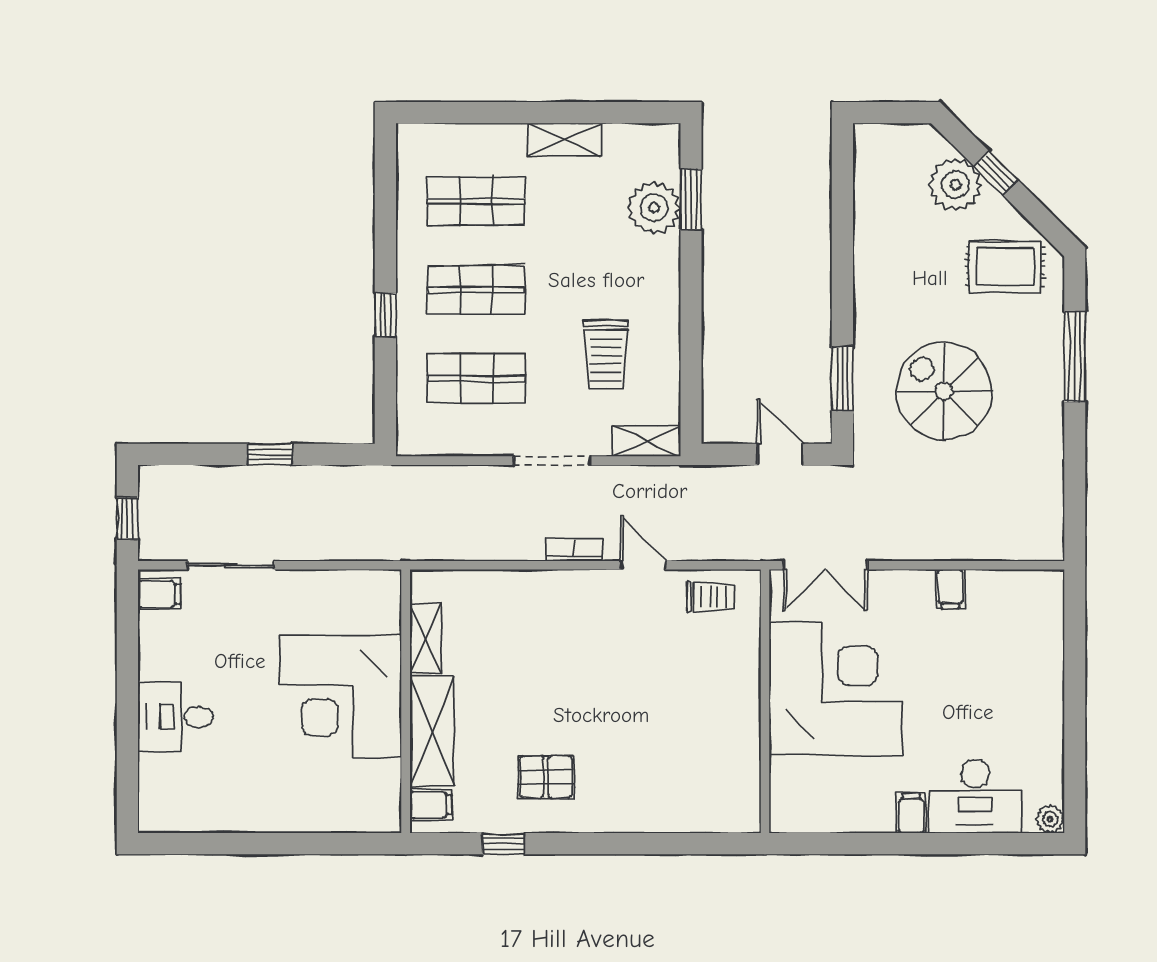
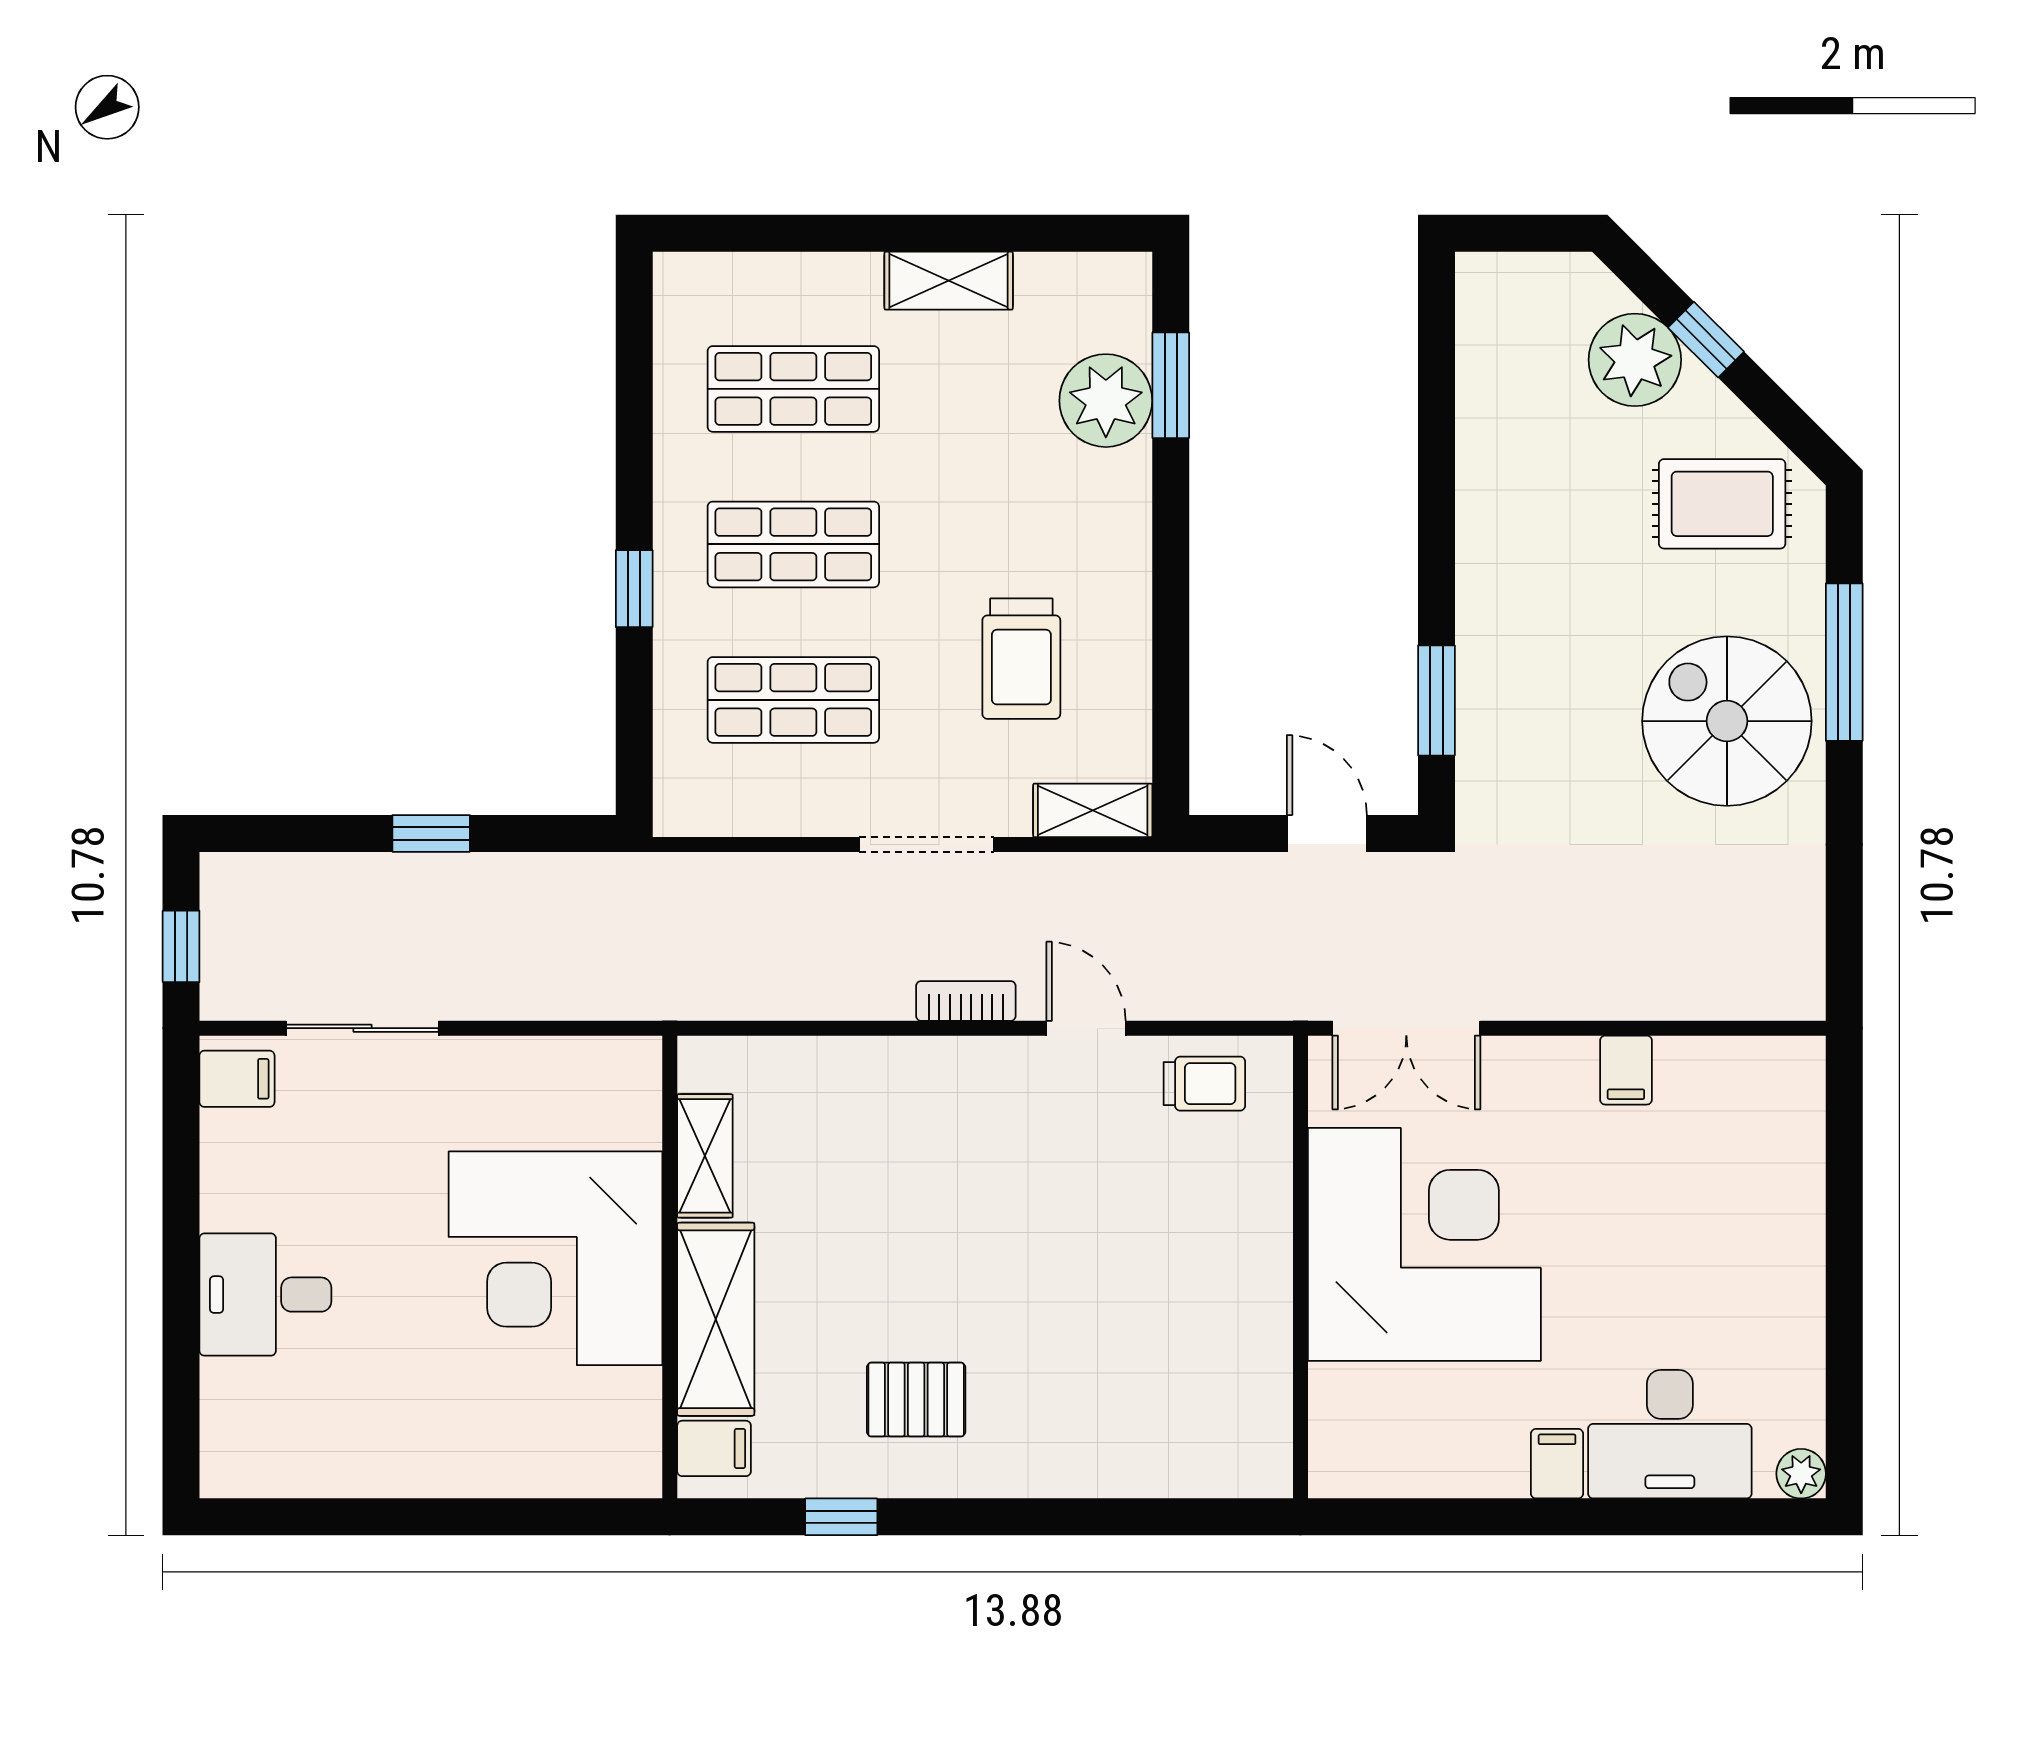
spiral stairs: (944, 391) -> (1727, 721), moved

